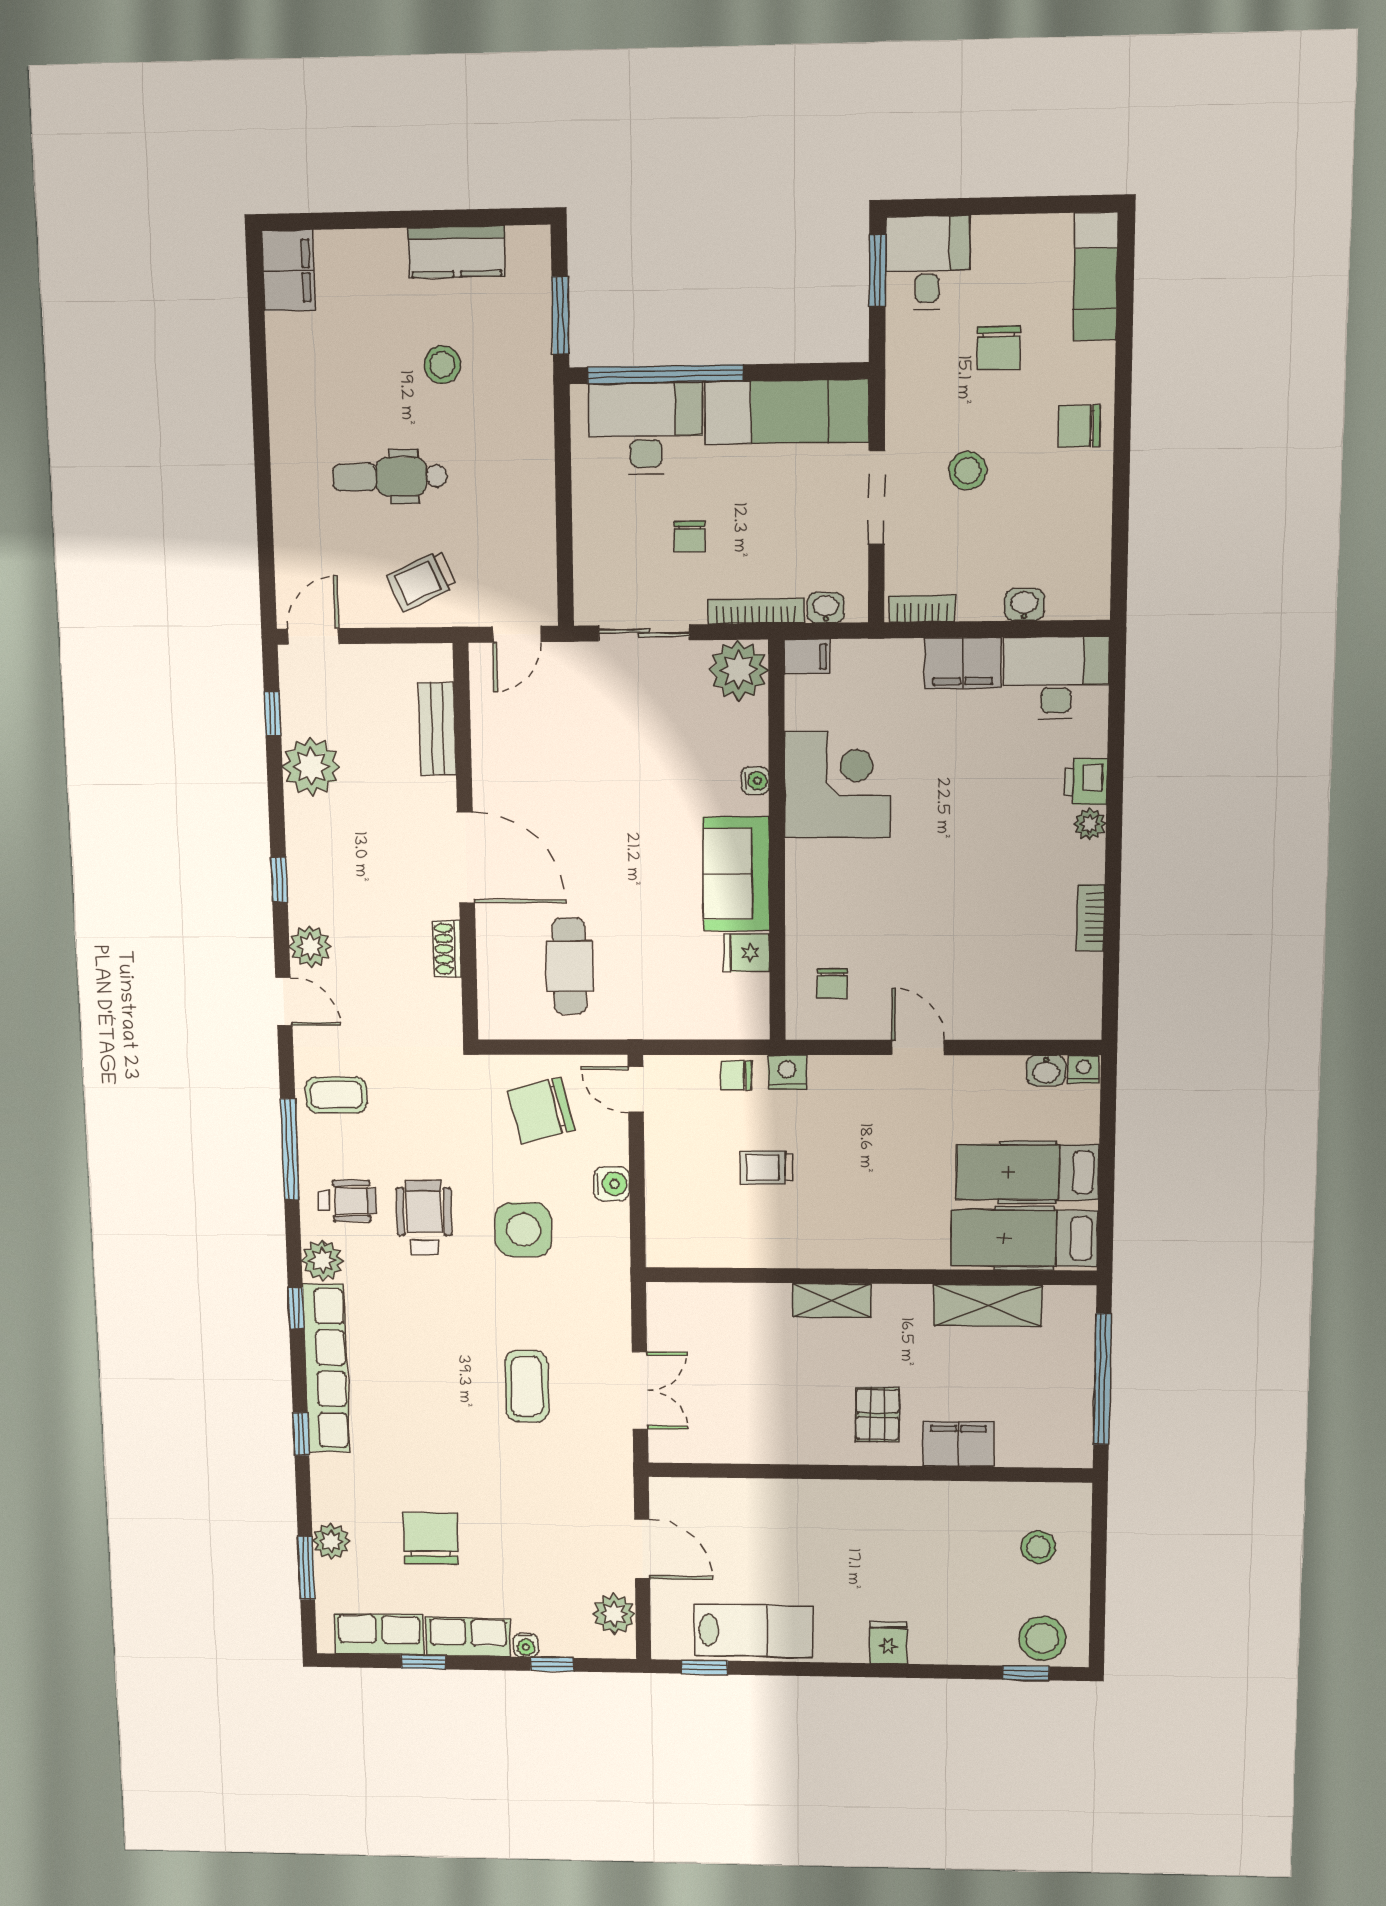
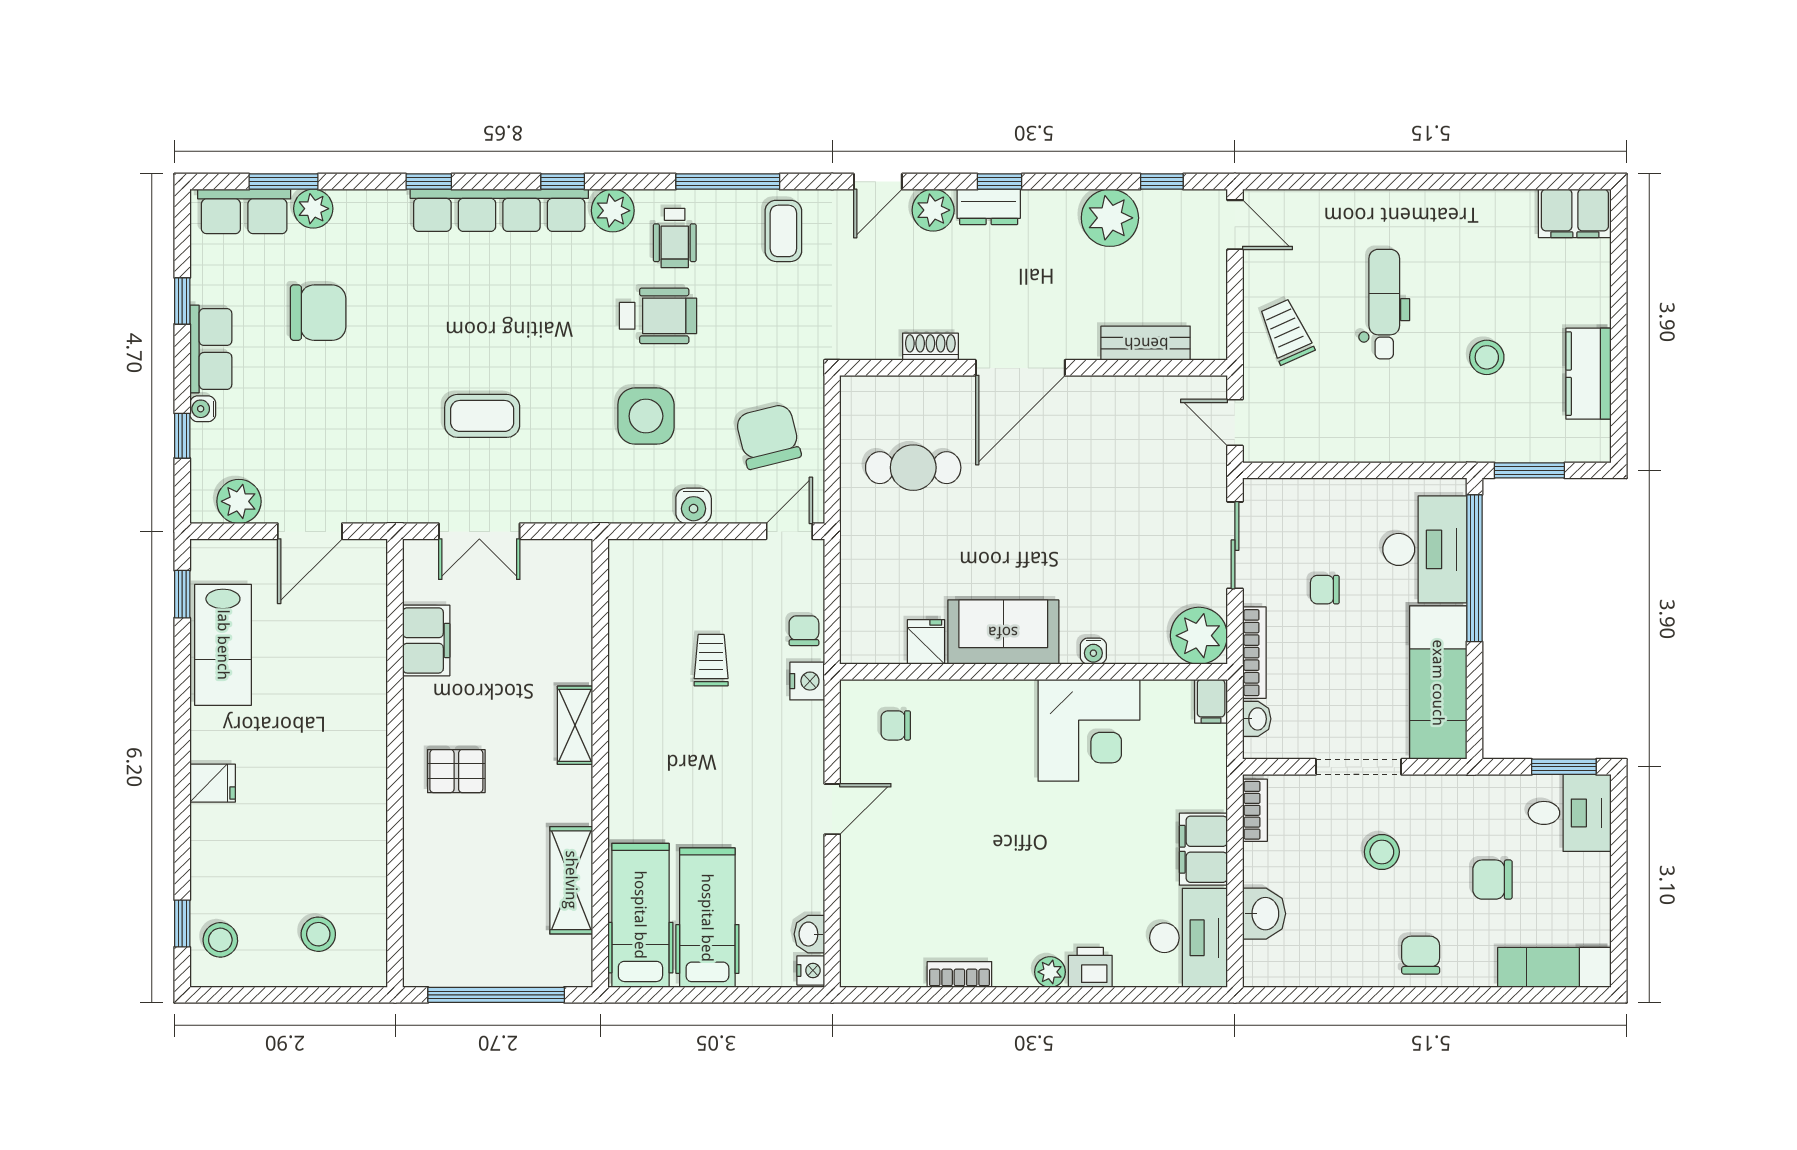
washbasin: (1024, 605) -> (1264, 914), width x1.38, depth x1.45
dresser: (305, 890) -> (989, 207), added
filing cabinet: (958, 1444) -> (426, 640), moved
row of seats: (379, 1634) -> (244, 211), moved, turned 90
stool: (1043, 1638) -> (220, 940), width x0.73, depth x0.73

